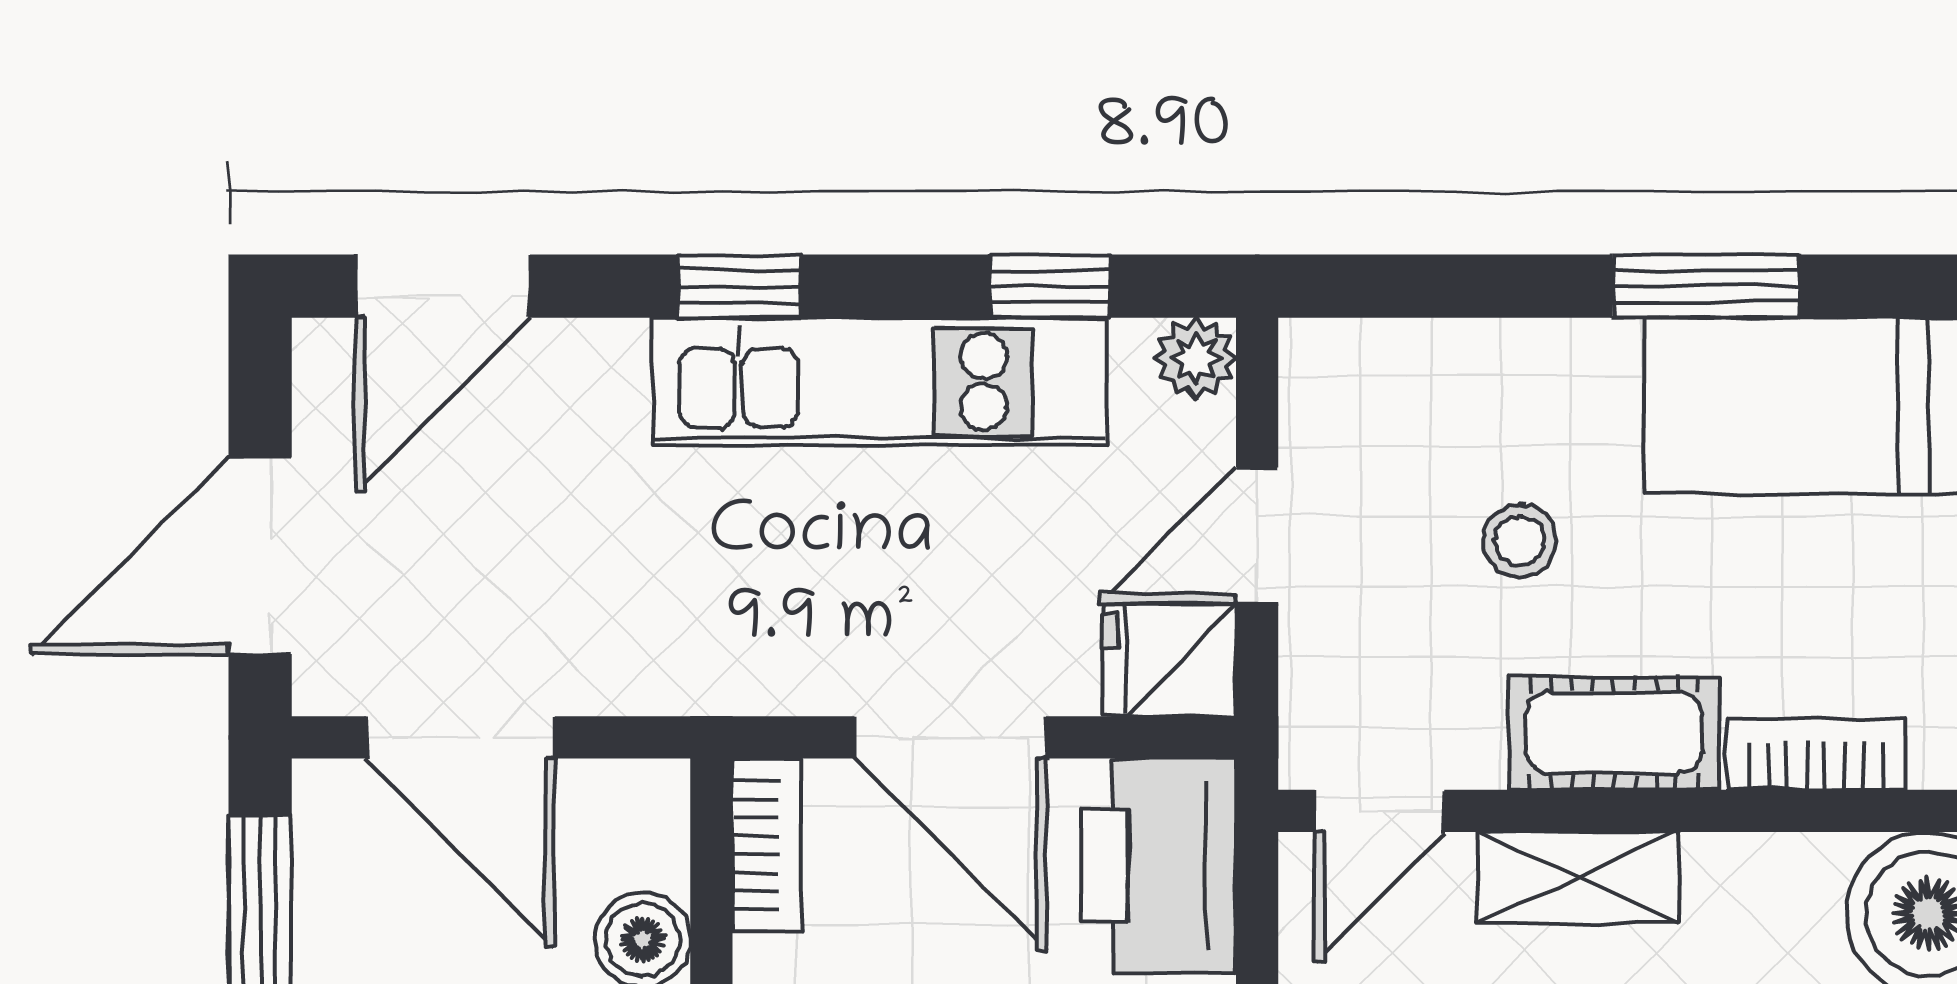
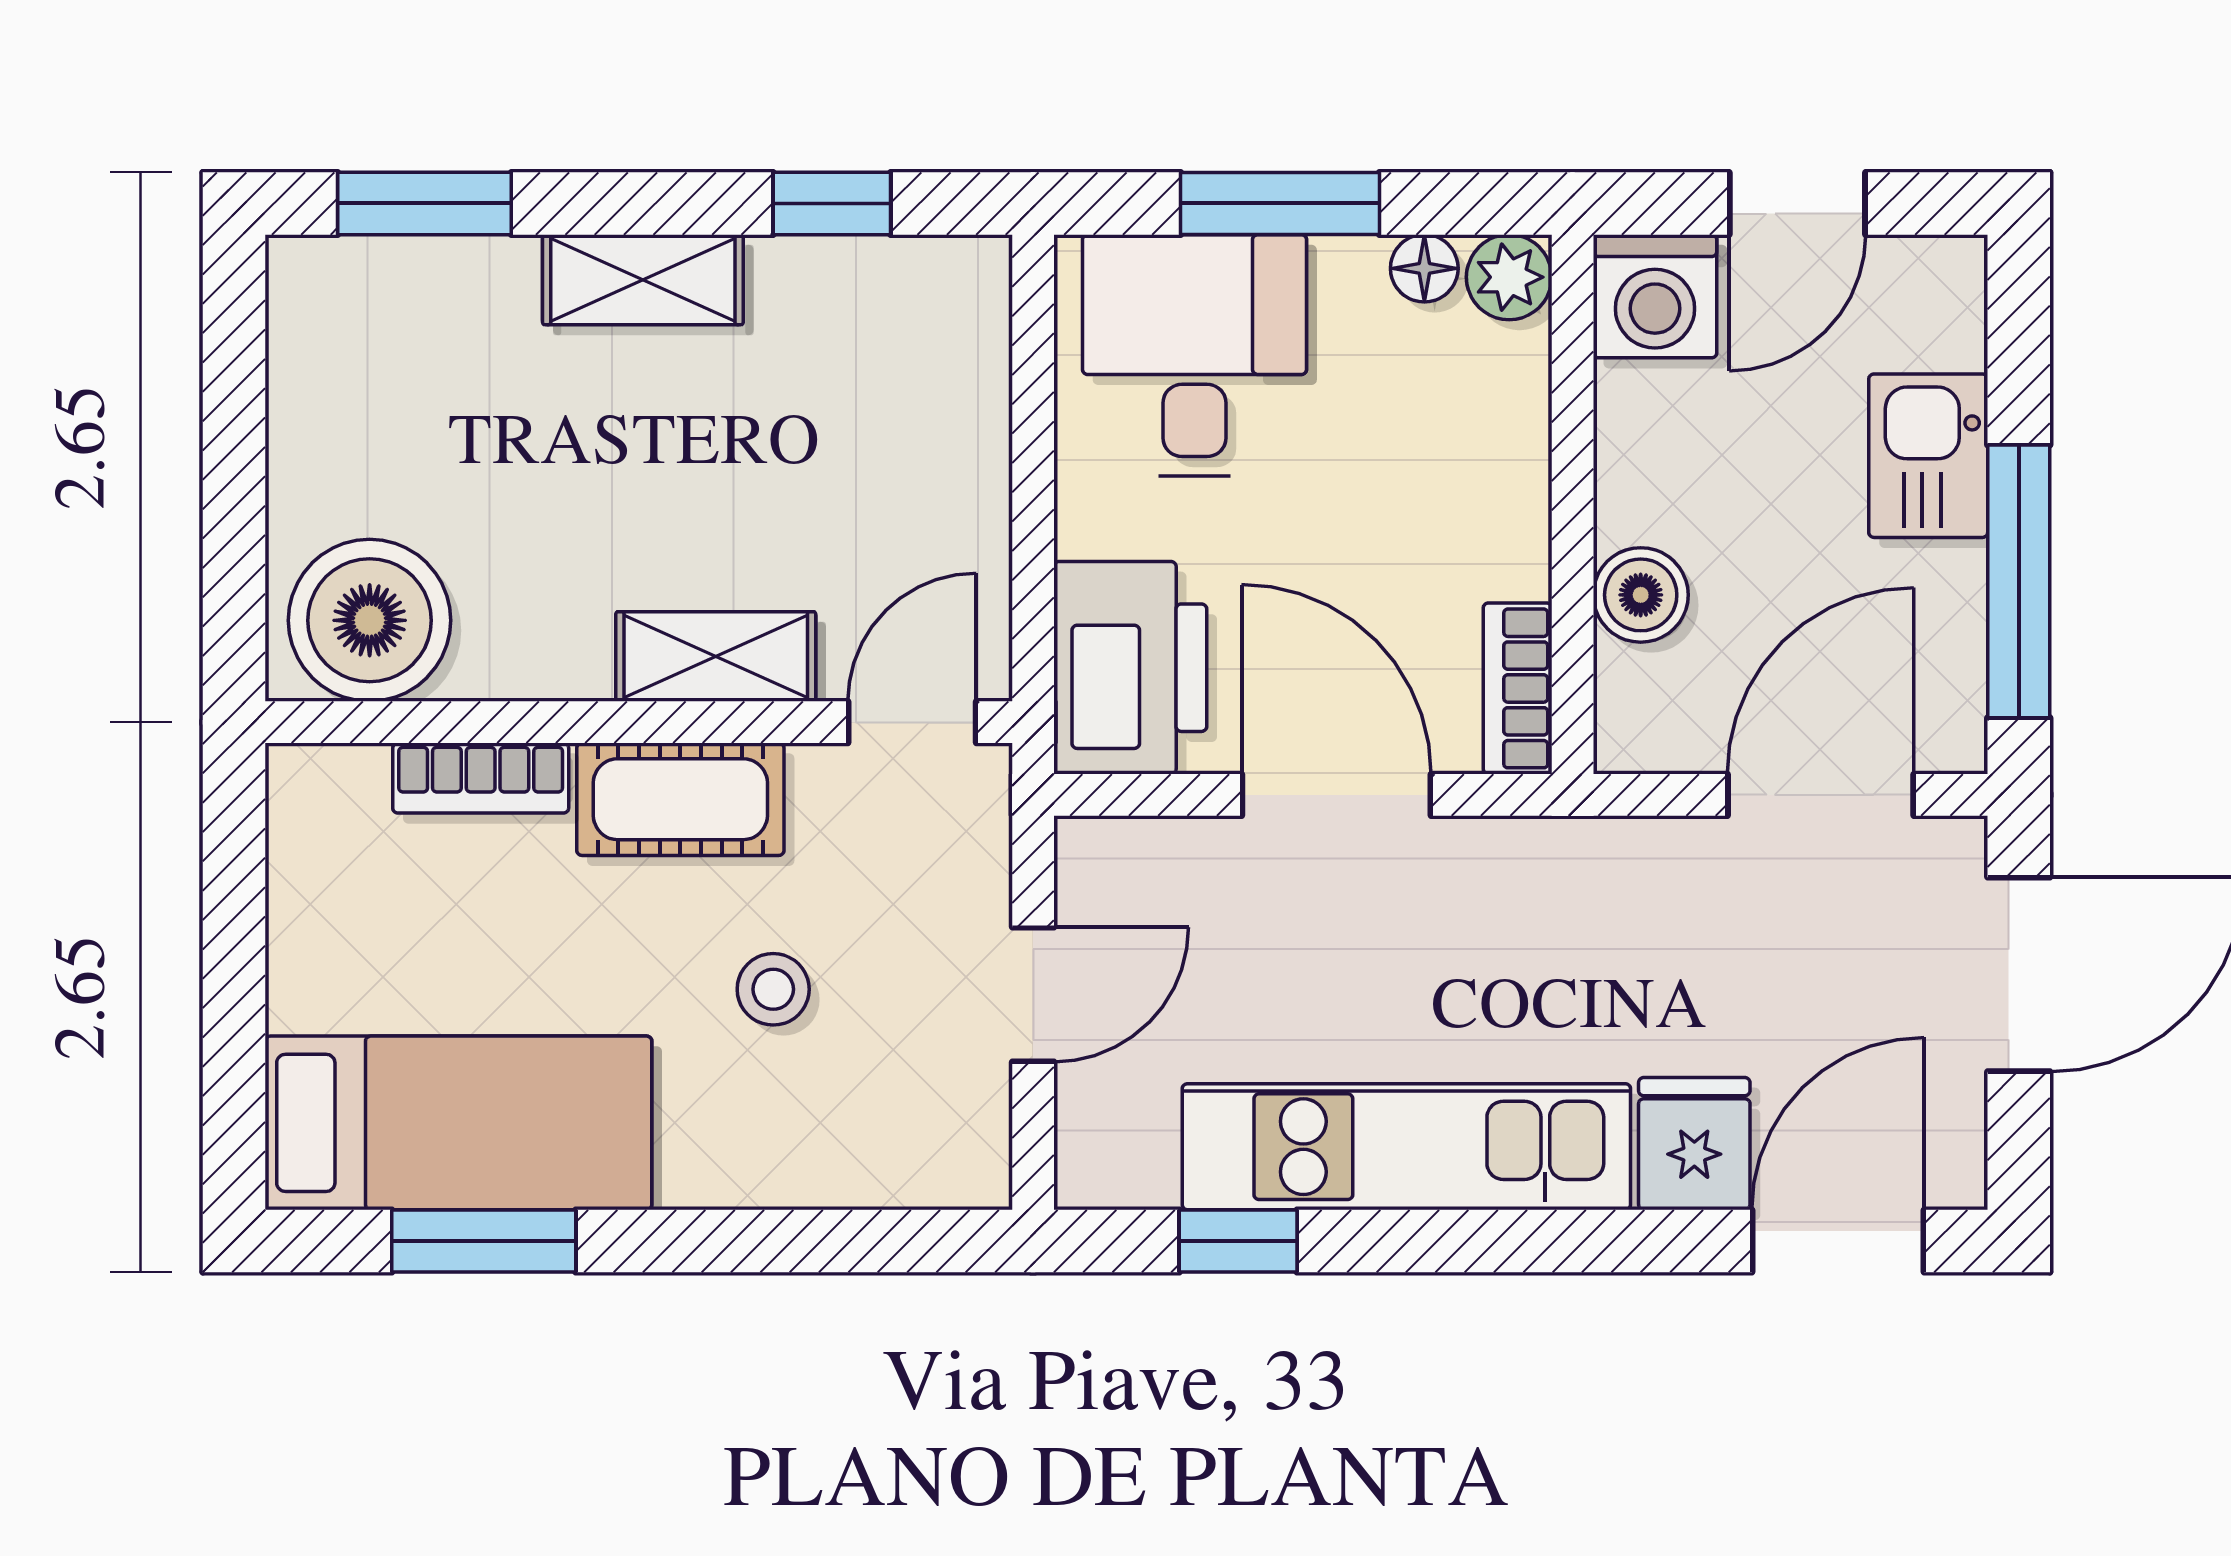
window: (739, 286) -> (1545, 1241), removed
window: (1706, 286) -> (484, 1241), moved
plant: (1196, 358) -> (1094, 1170), removed
fridge: (1169, 660) -> (1694, 1144), moved, turned -90
door: (460, 737) -> (1821, 795), hinge flipped

